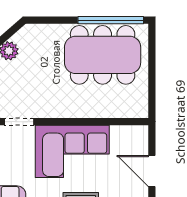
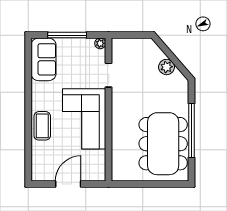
window: (111, 20) -> (192, 130), moved

